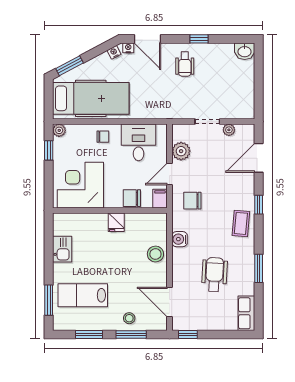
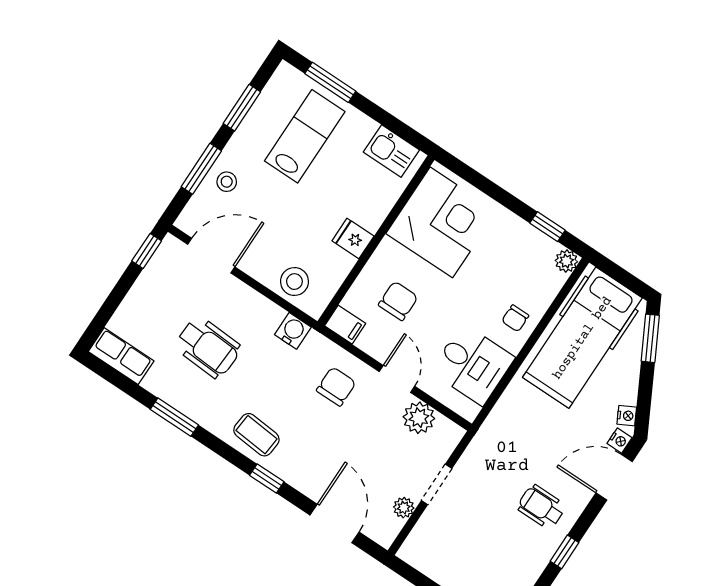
corner desk: (80, 185) -> (441, 222), moved
filing cabinet: (160, 199) -> (345, 325), moved
wall: (110, 210) -> (376, 241), moved
fridge: (116, 222) -> (353, 238), moved

